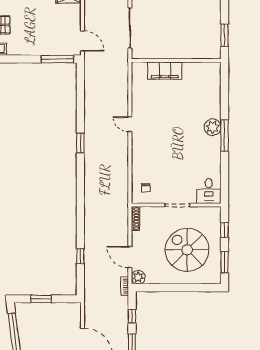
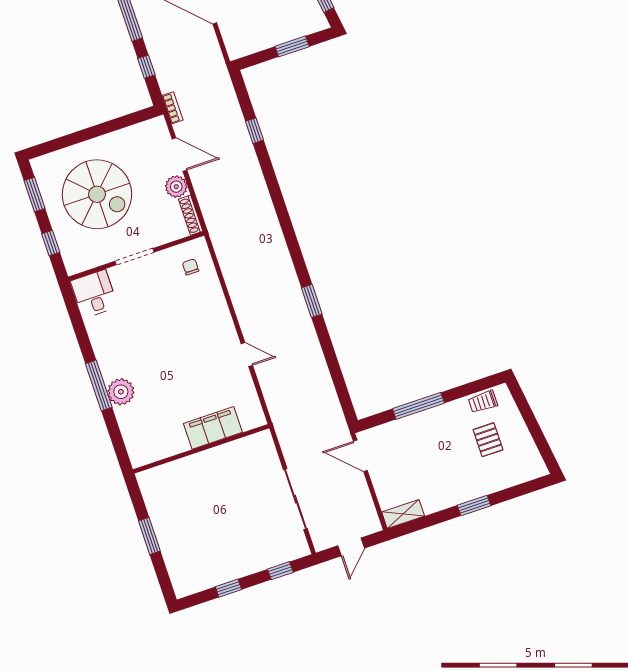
window: (57, 59) -> (418, 406), moved
wall: (176, 60) -> (201, 449), moved
filing cabinet: (165, 71) -> (213, 428), moved
plant: (138, 277) -> (176, 187), moved

